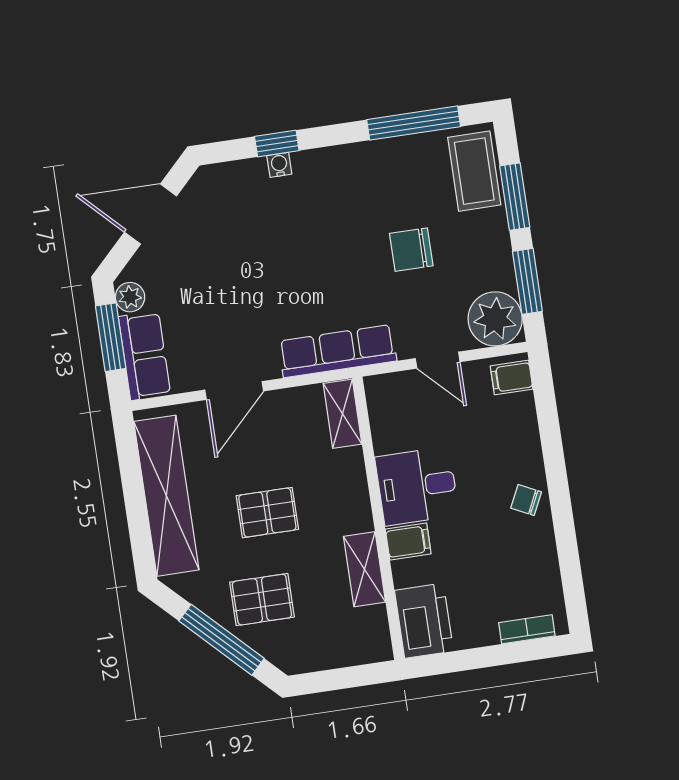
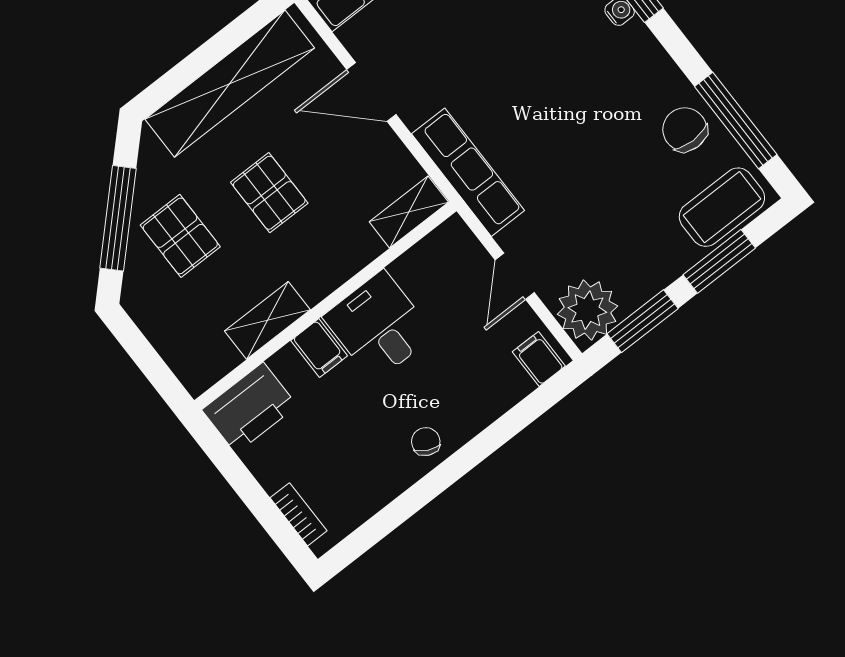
chair: (411, 250) -> (685, 130), moved

